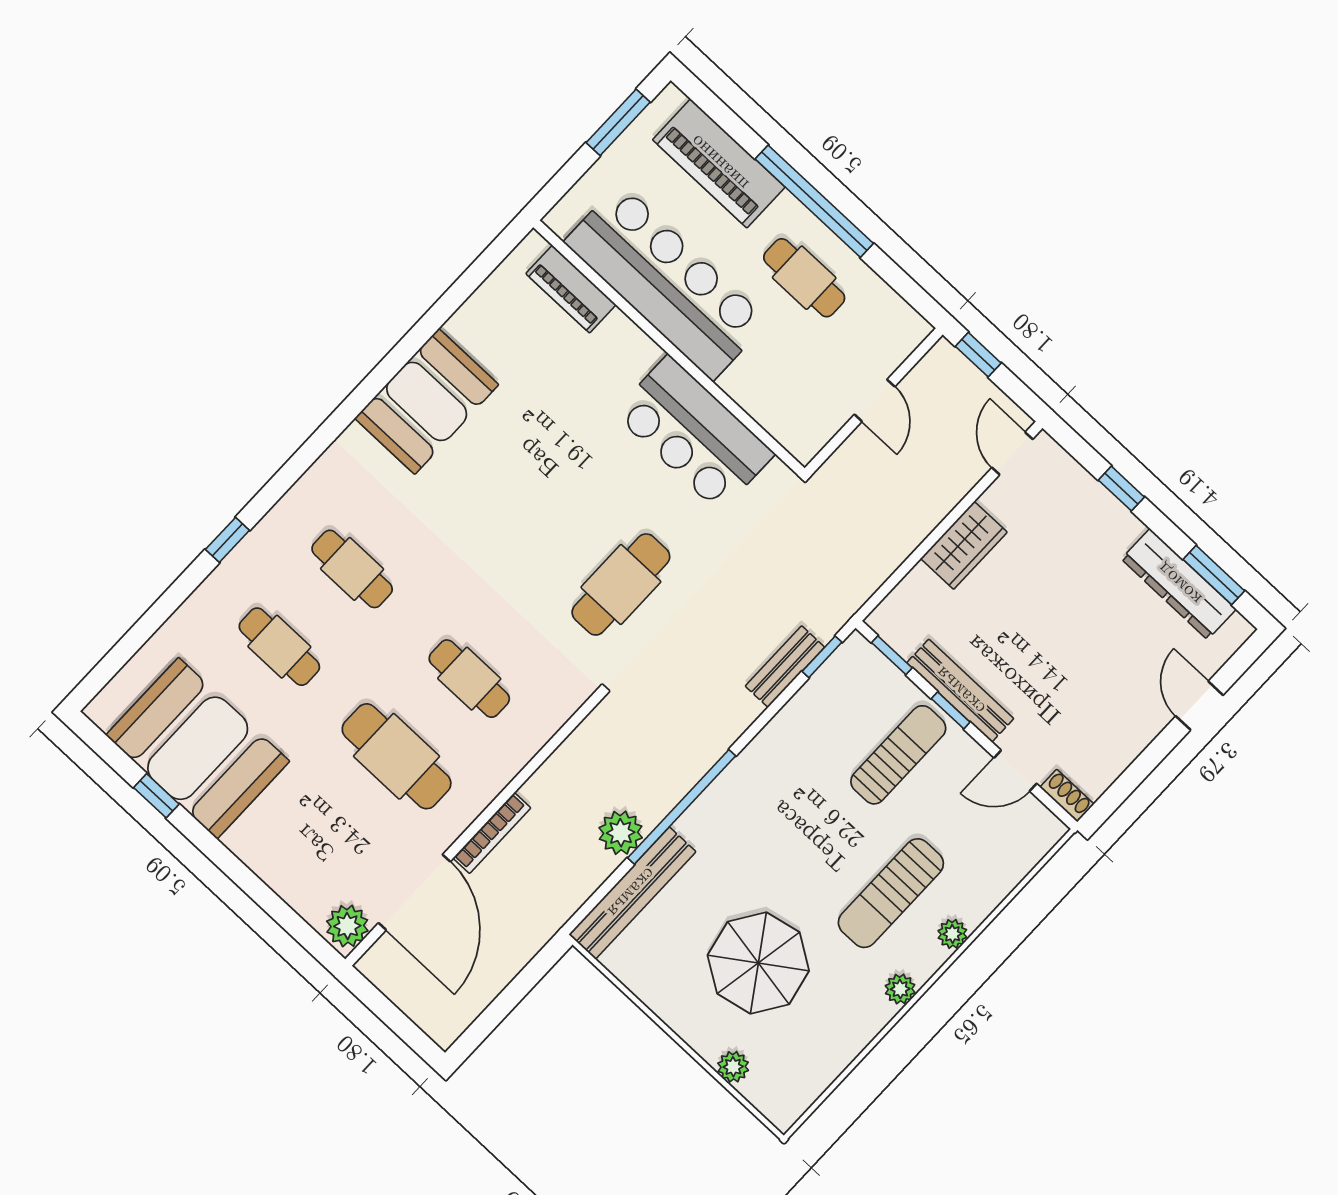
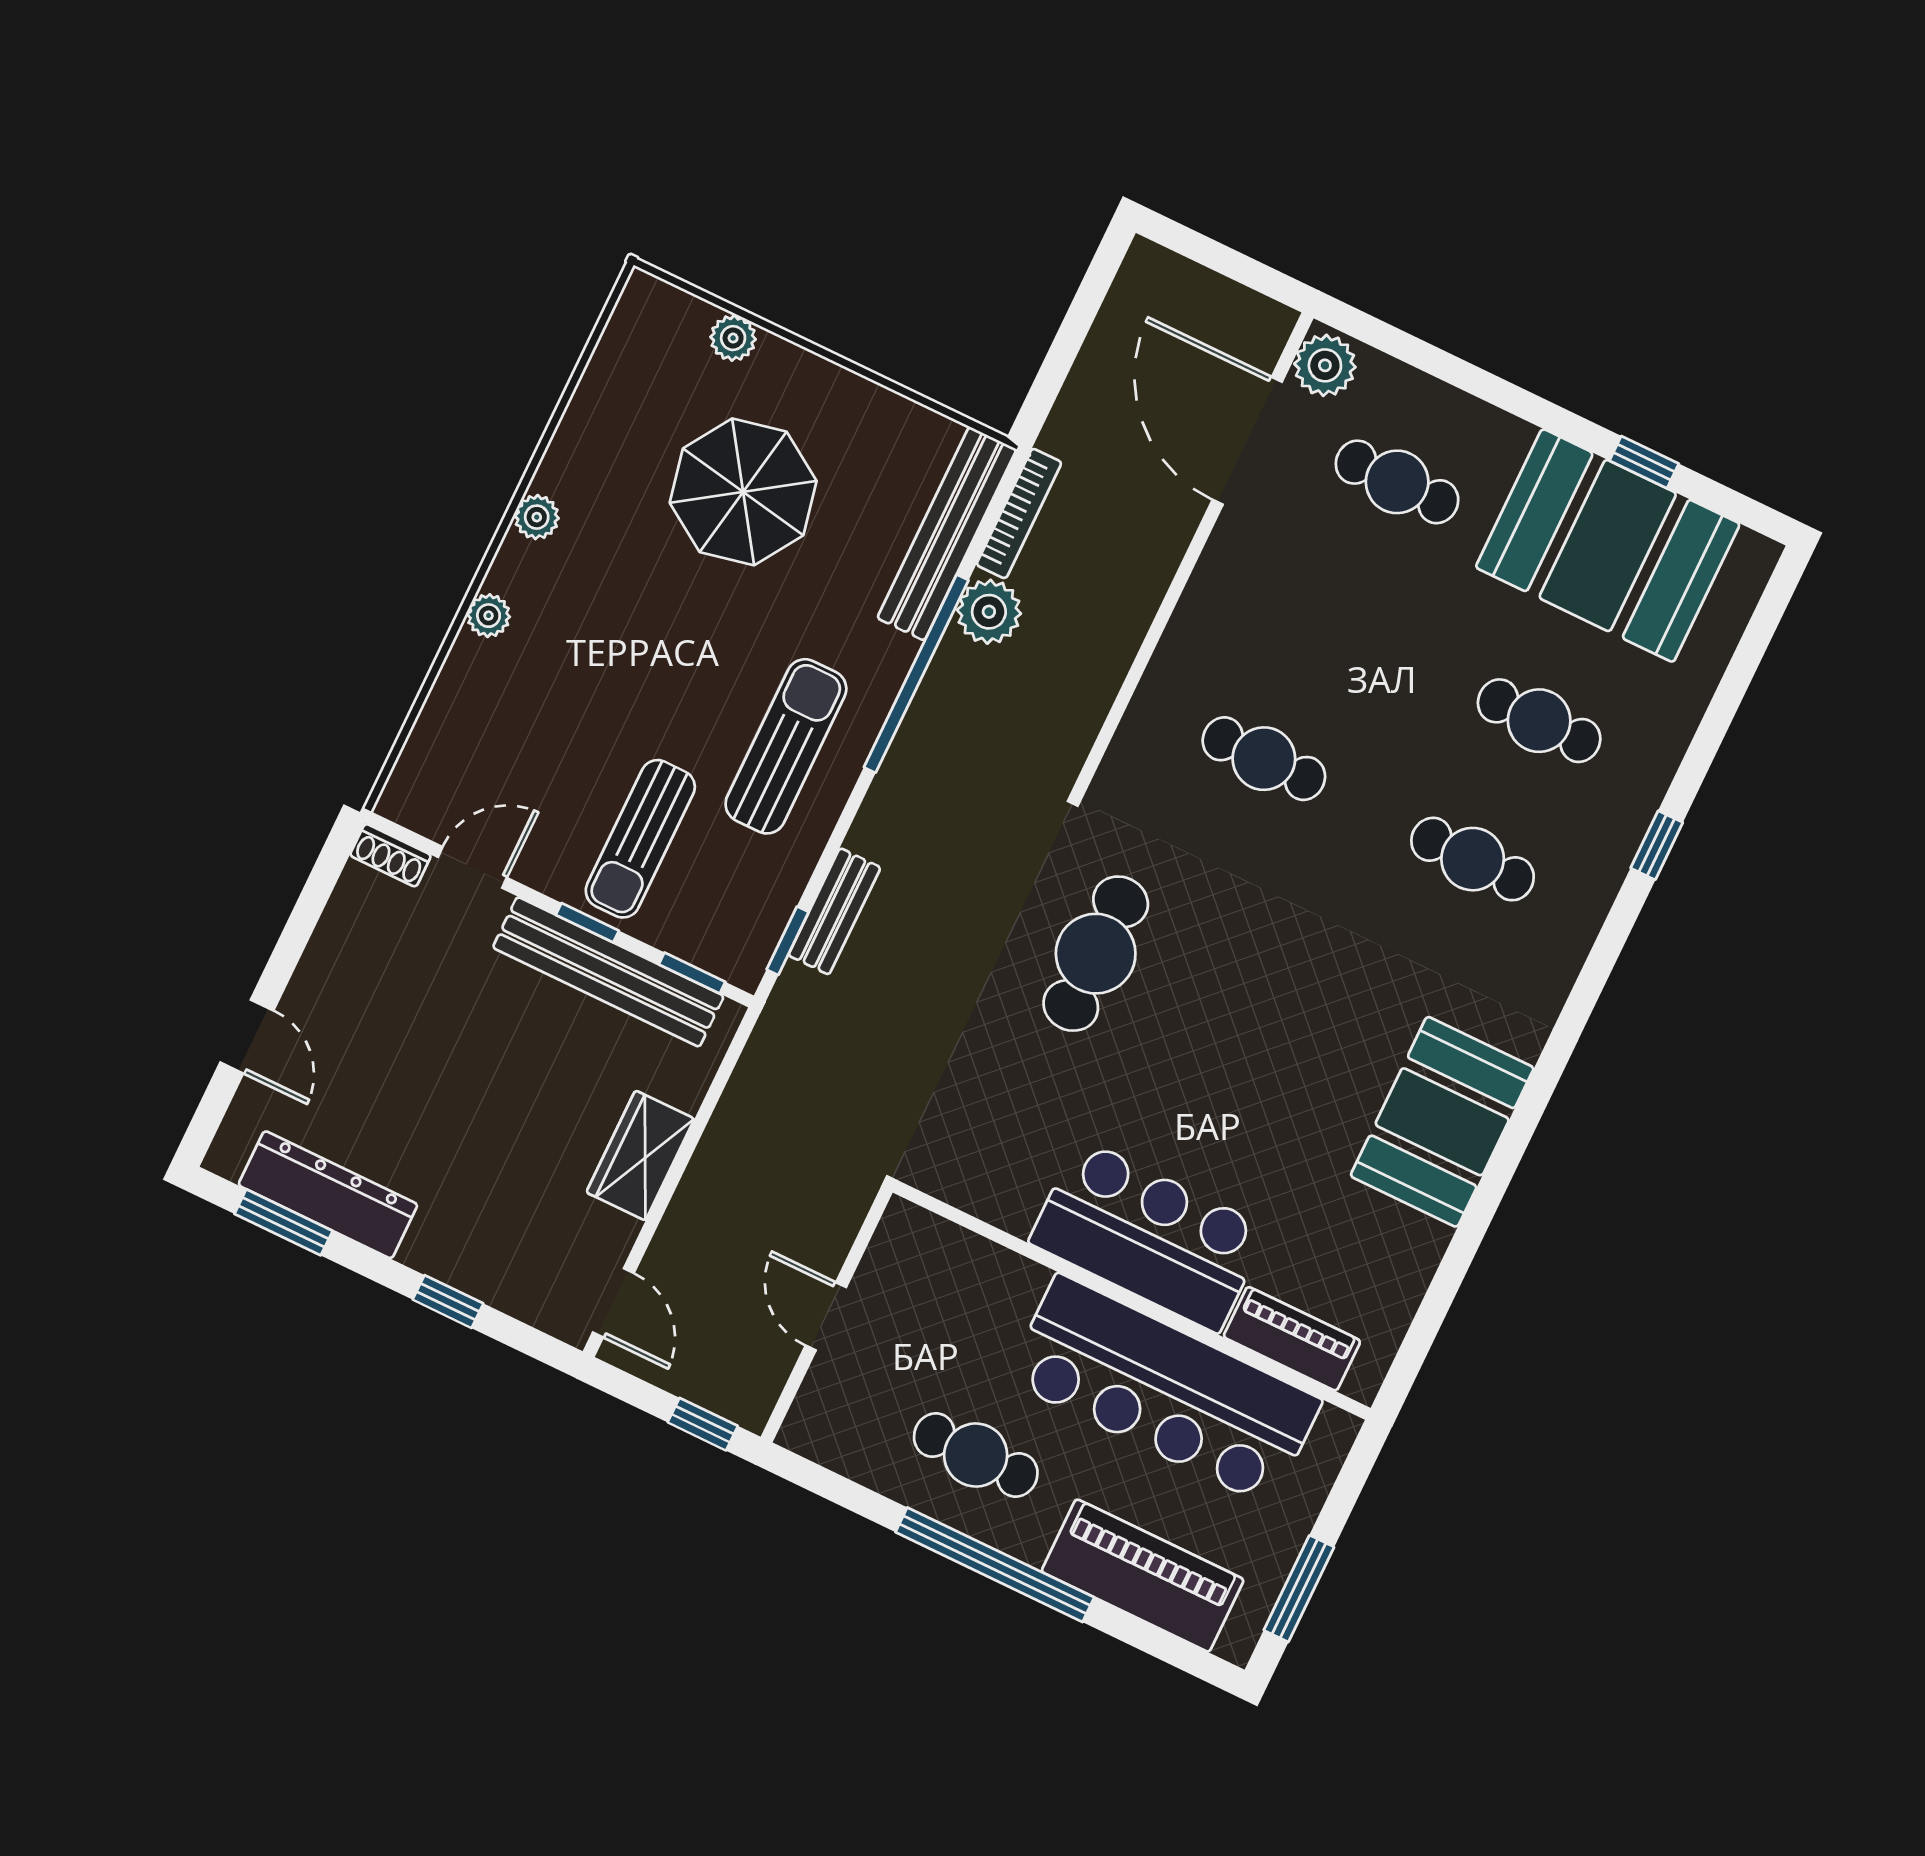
bar counter: (694, 434) -> (1149, 1235), moved
bench: (960, 691) -> (608, 972), width x1.37, depth x1.21
cafe table: (397, 756) -> (1397, 482), moved, width x0.73, depth x0.74
bookcase: (492, 833) -> (1019, 514), moved, turned 180
sun lounger: (891, 893) -> (786, 746), moved

